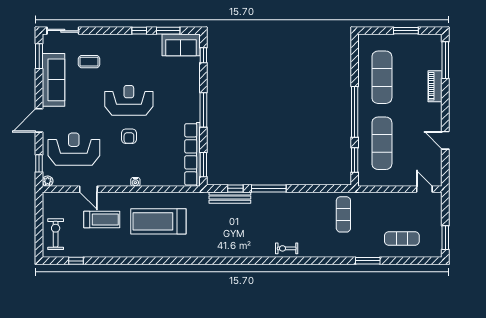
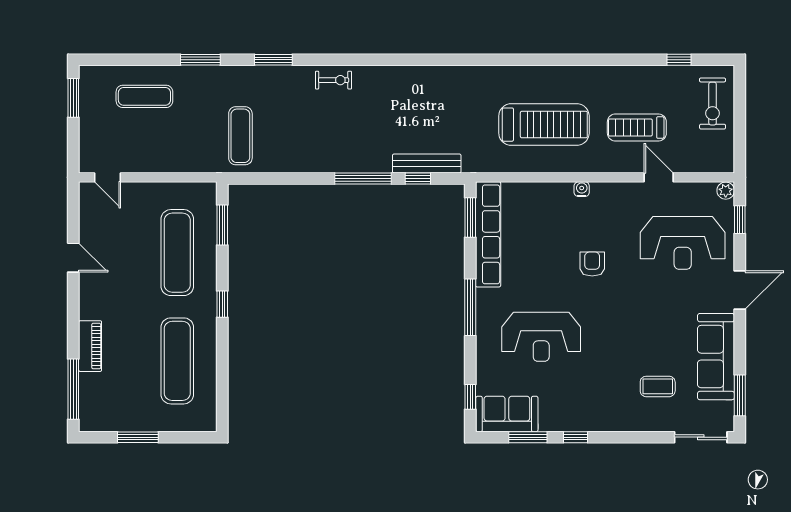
reception desk: (129, 100) -> (541, 337), moved
window: (355, 112) -> (222, 304), width x0.32
window: (323, 261) -> (273, 60), added

